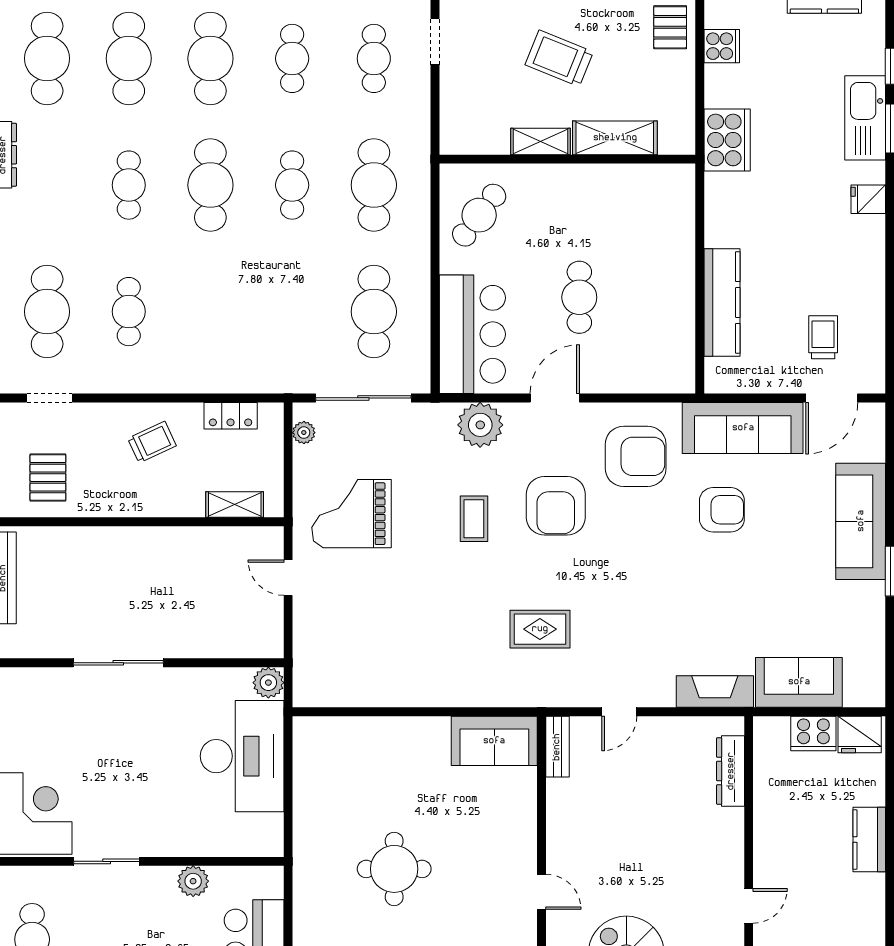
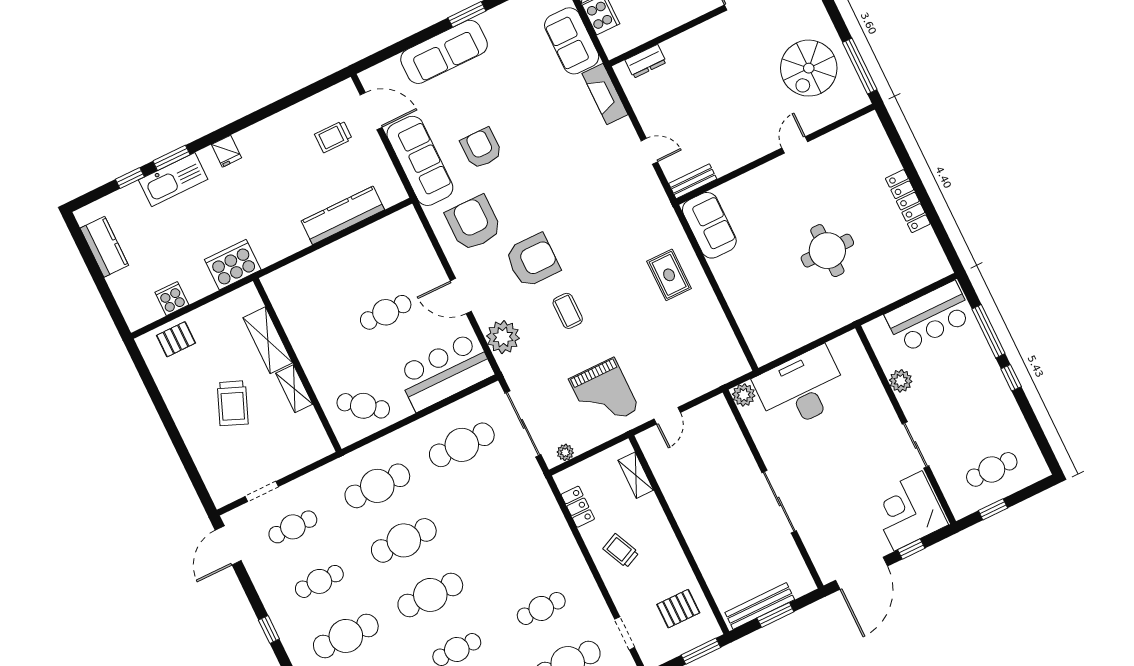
cafe table: (292, 185) -> (404, 540), width x1.37, depth x1.35
coffee table: (474, 519) -> (568, 311), turned 90
rug: (540, 629) -> (669, 275), moved
dresser: (731, 771) -> (646, 61), width x0.70

